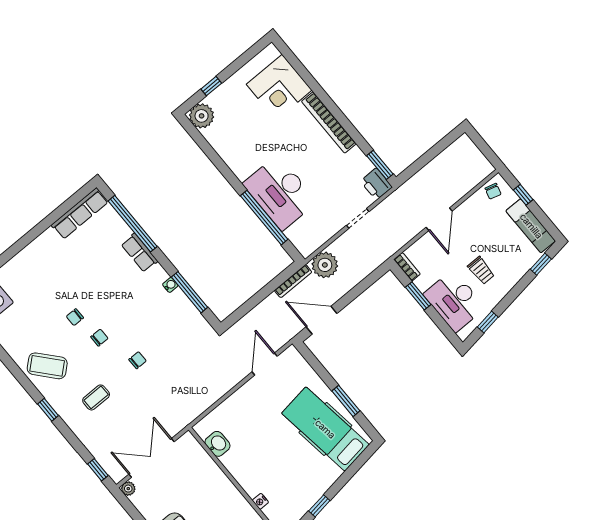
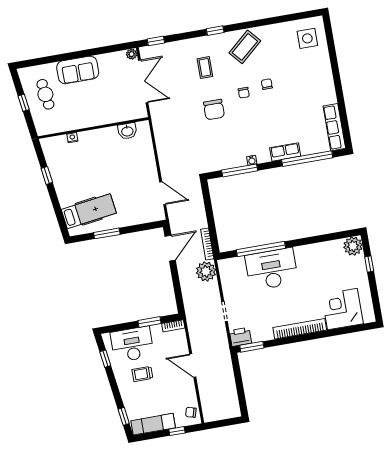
chair: (138, 360) -> (214, 110), width x1.87, depth x1.87
hospital bed: (325, 429) -> (89, 211), width x0.73, depth x0.78

